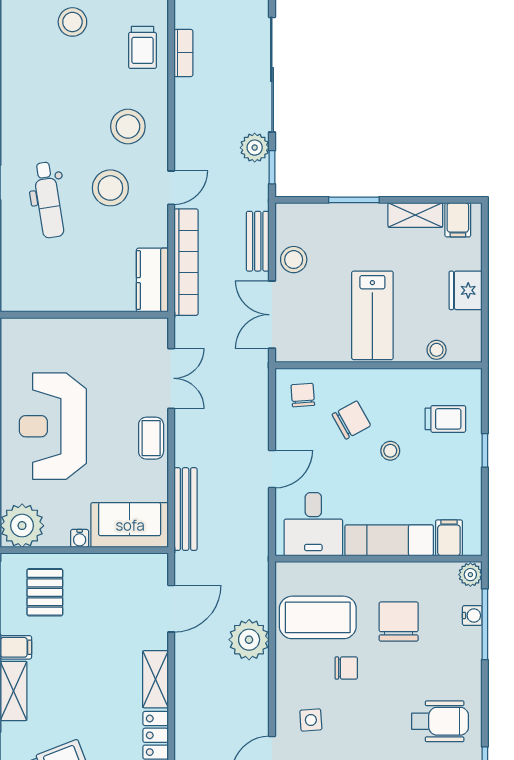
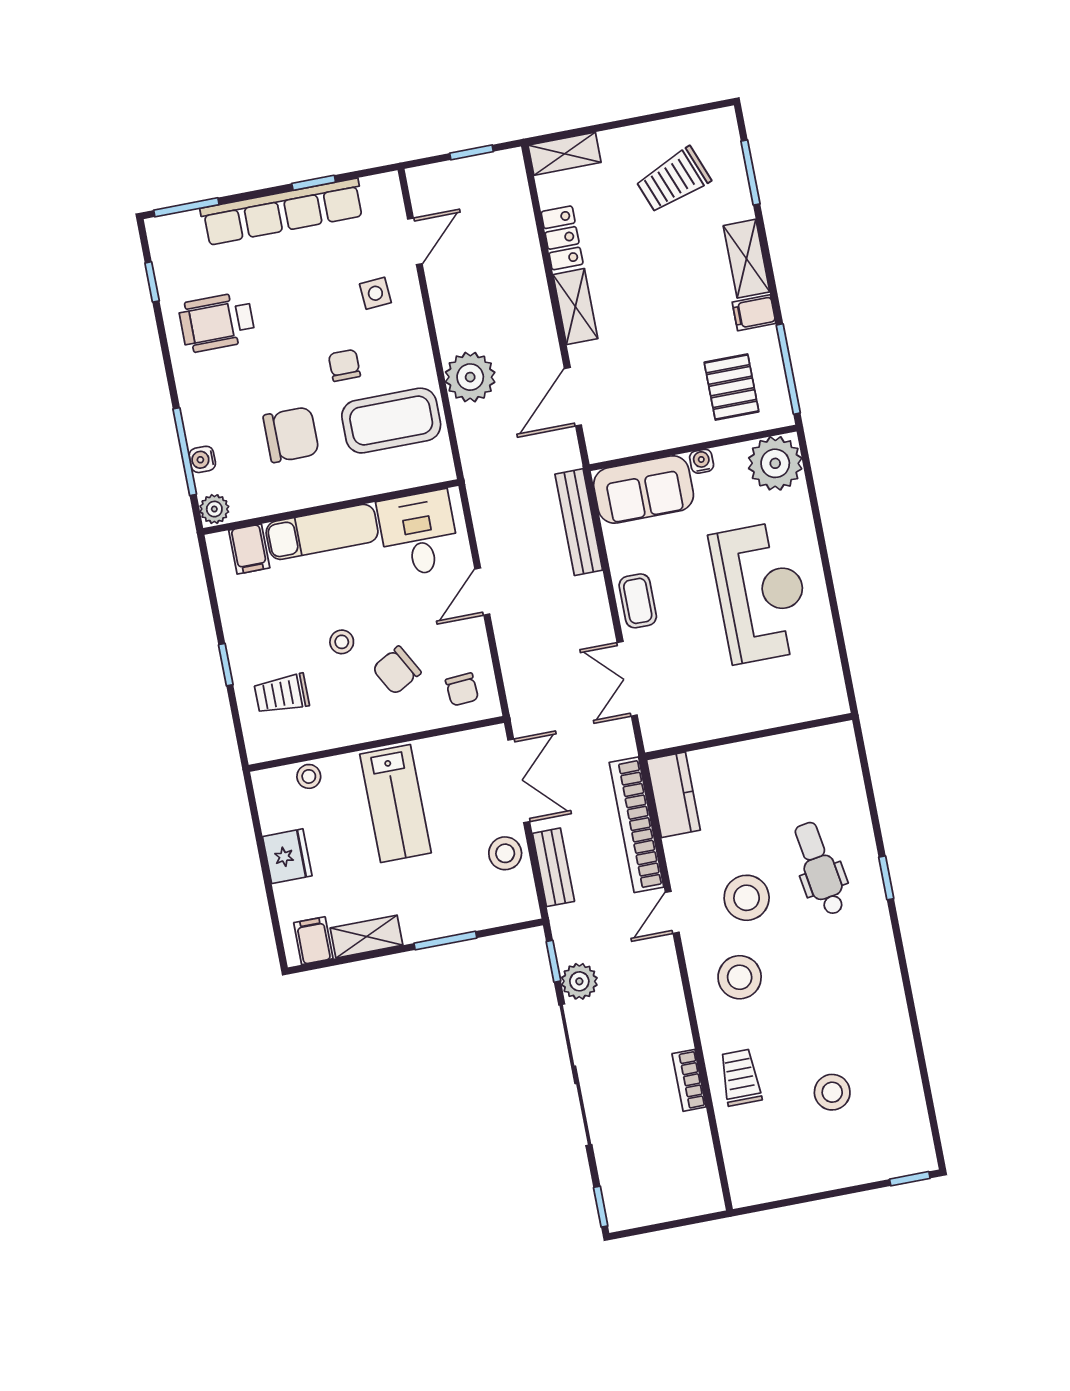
lab bench: (372, 315) -> (395, 804), turned 180
chair: (399, 622) -> (291, 435), turned -90
chair: (346, 668) -> (344, 365), turned 90

